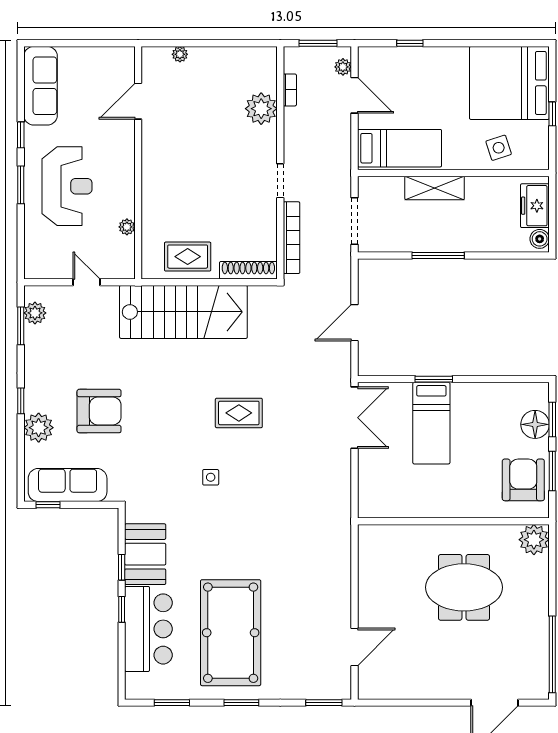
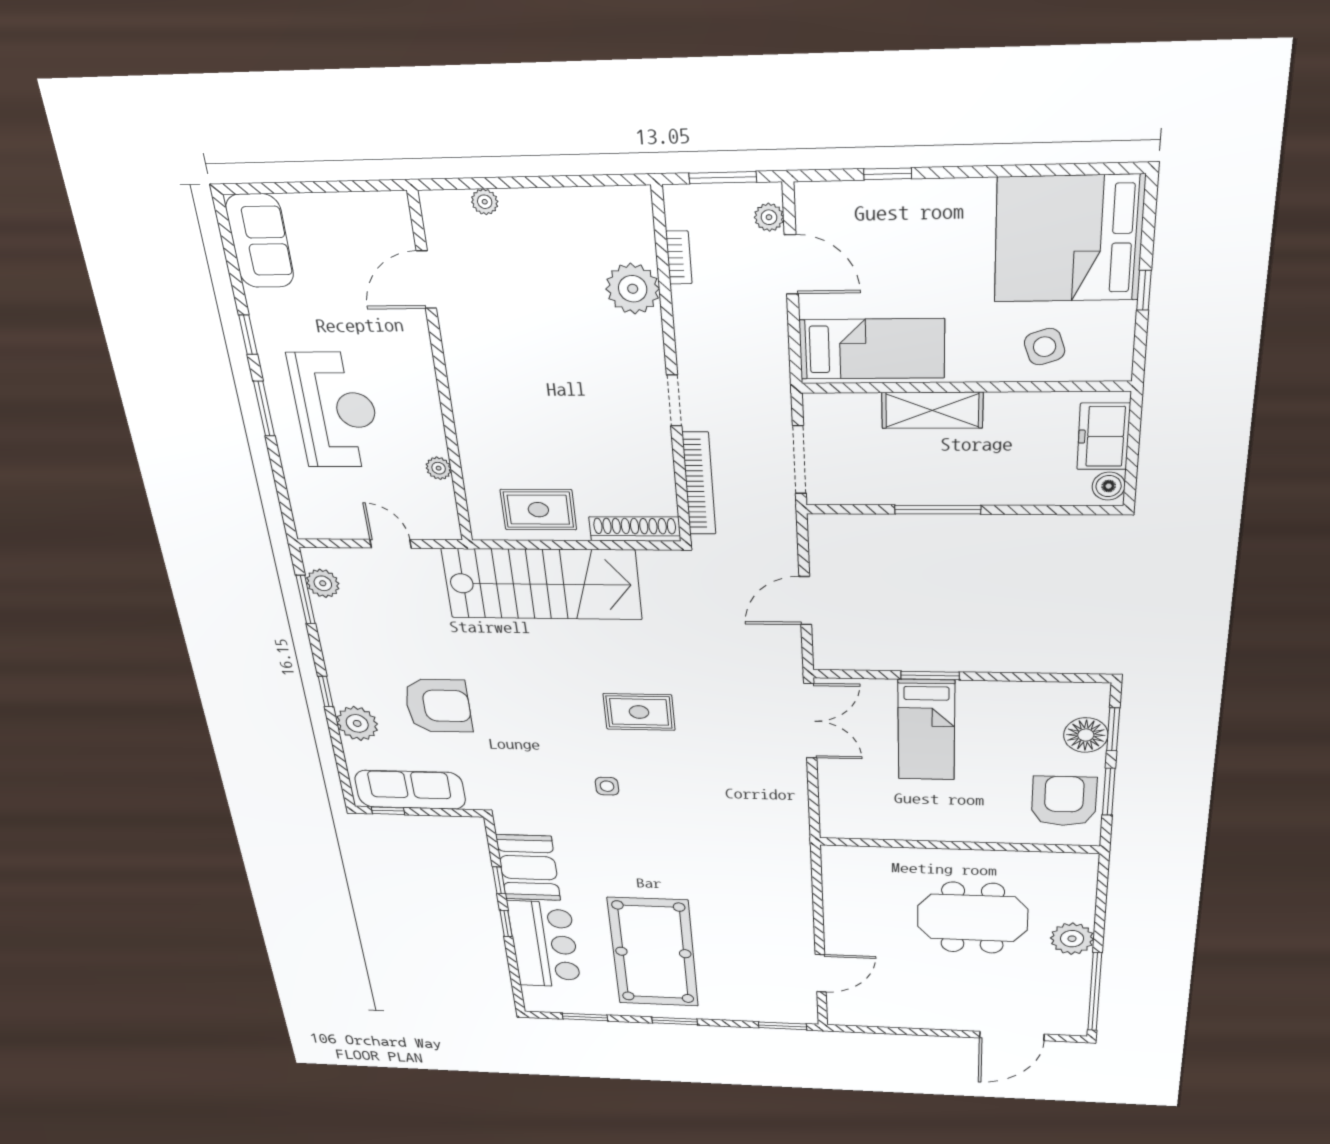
sofa: (41, 86) -> (260, 241), width x0.73
plant: (534, 540) -> (1072, 939), moved

